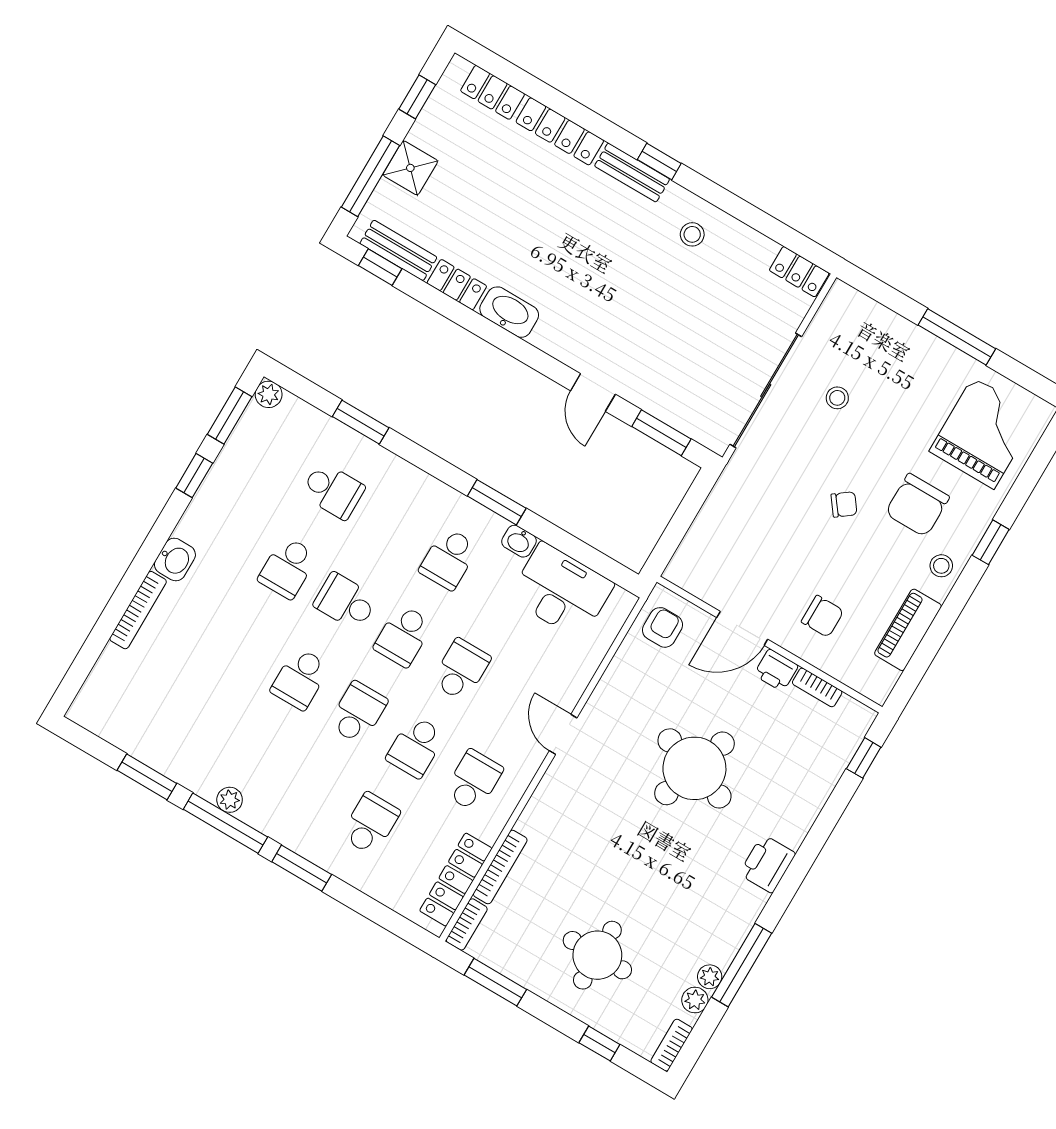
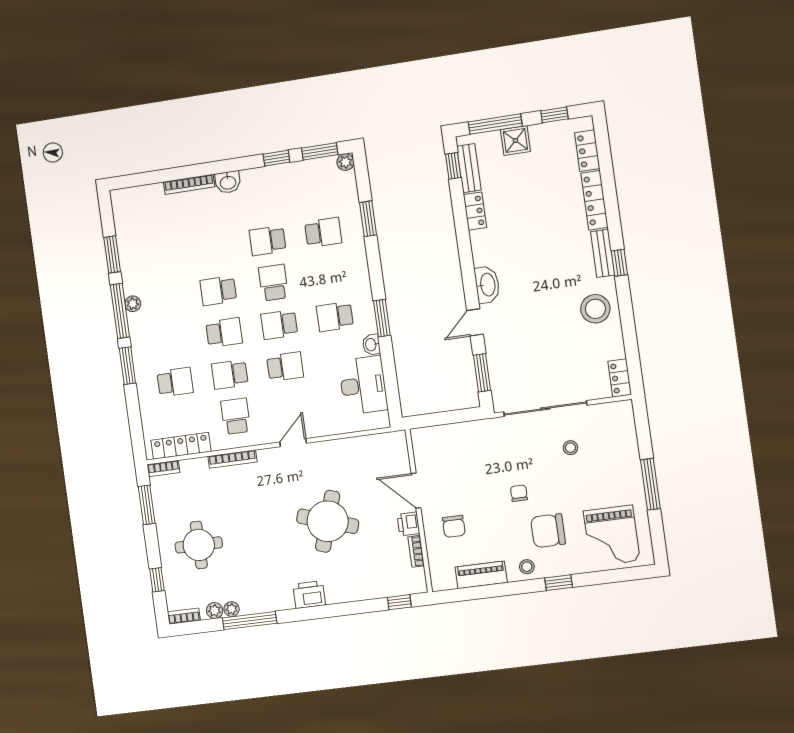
stool: (692, 234) -> (595, 309), width x1.89, depth x1.89
washbasin: (509, 312) -> (487, 285), moved
grand piano: (983, 433) -> (612, 536), turned 90
school desk: (333, 491) -> (323, 232), turned -90
chair: (844, 504) -> (519, 493), turned -143
armchair: (662, 627) -> (385, 450), removed
school desk: (474, 781) -> (236, 416), turned -90
bookcase: (500, 867) -> (232, 459), moved

